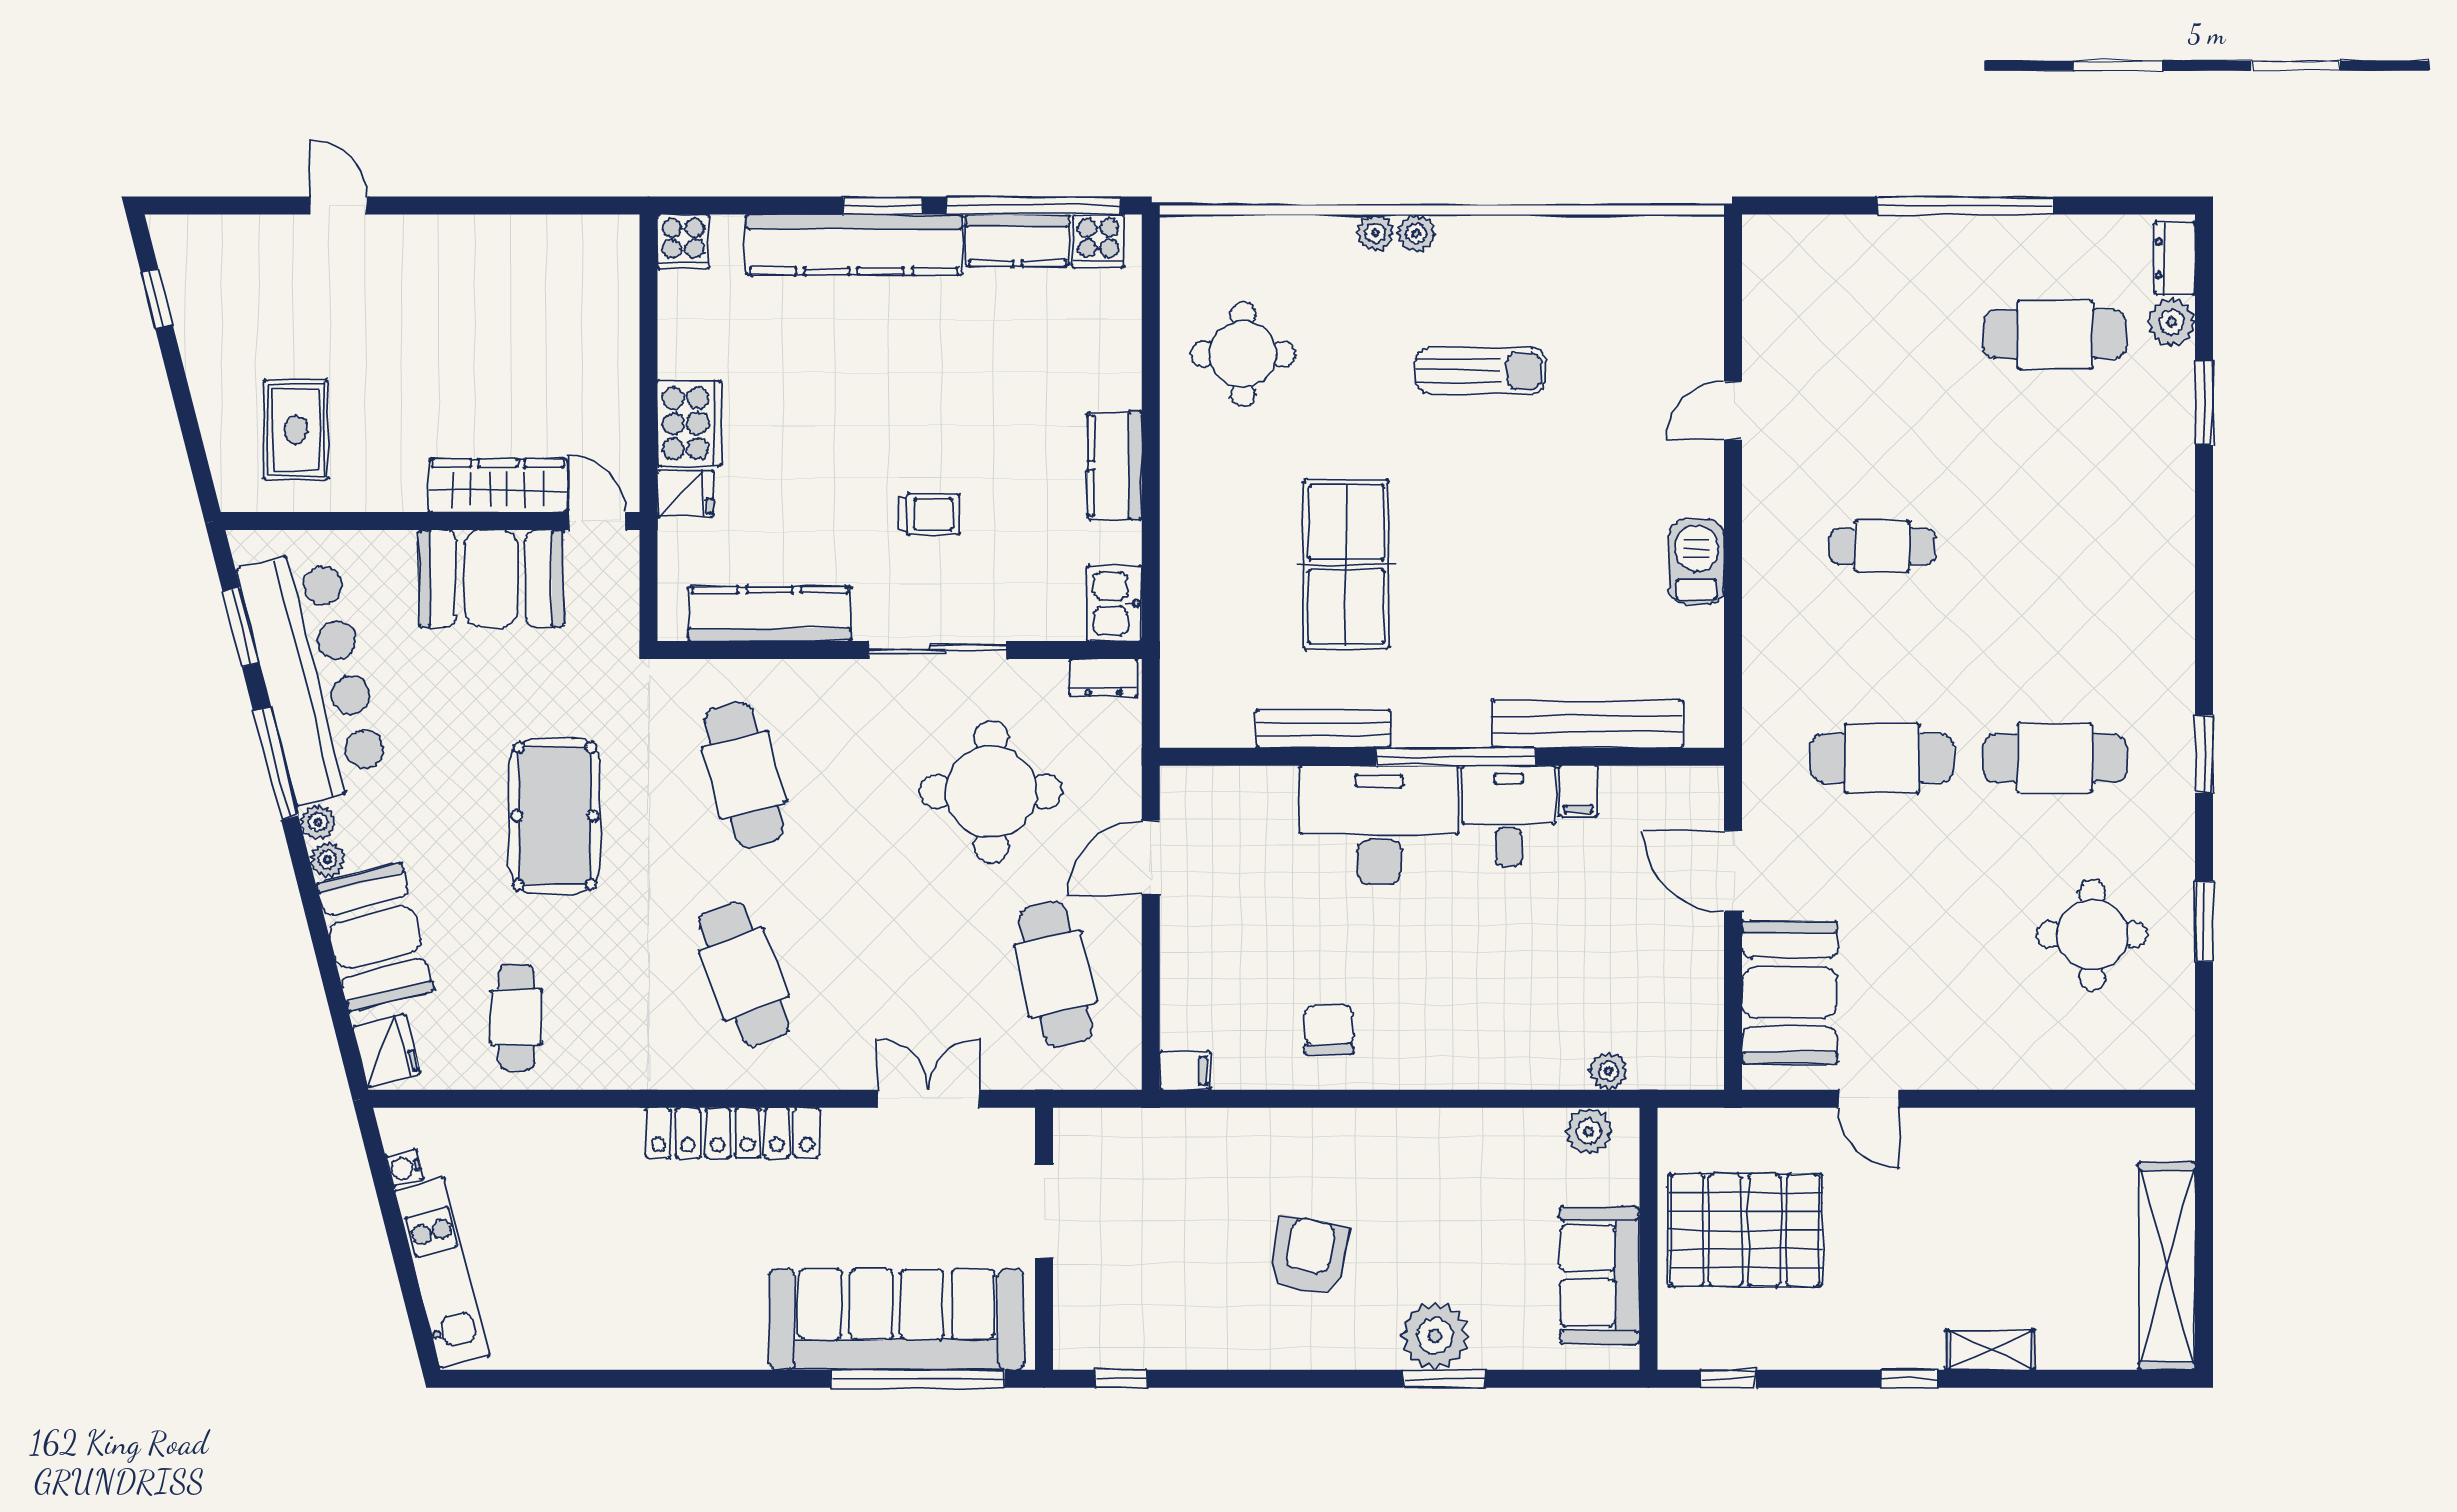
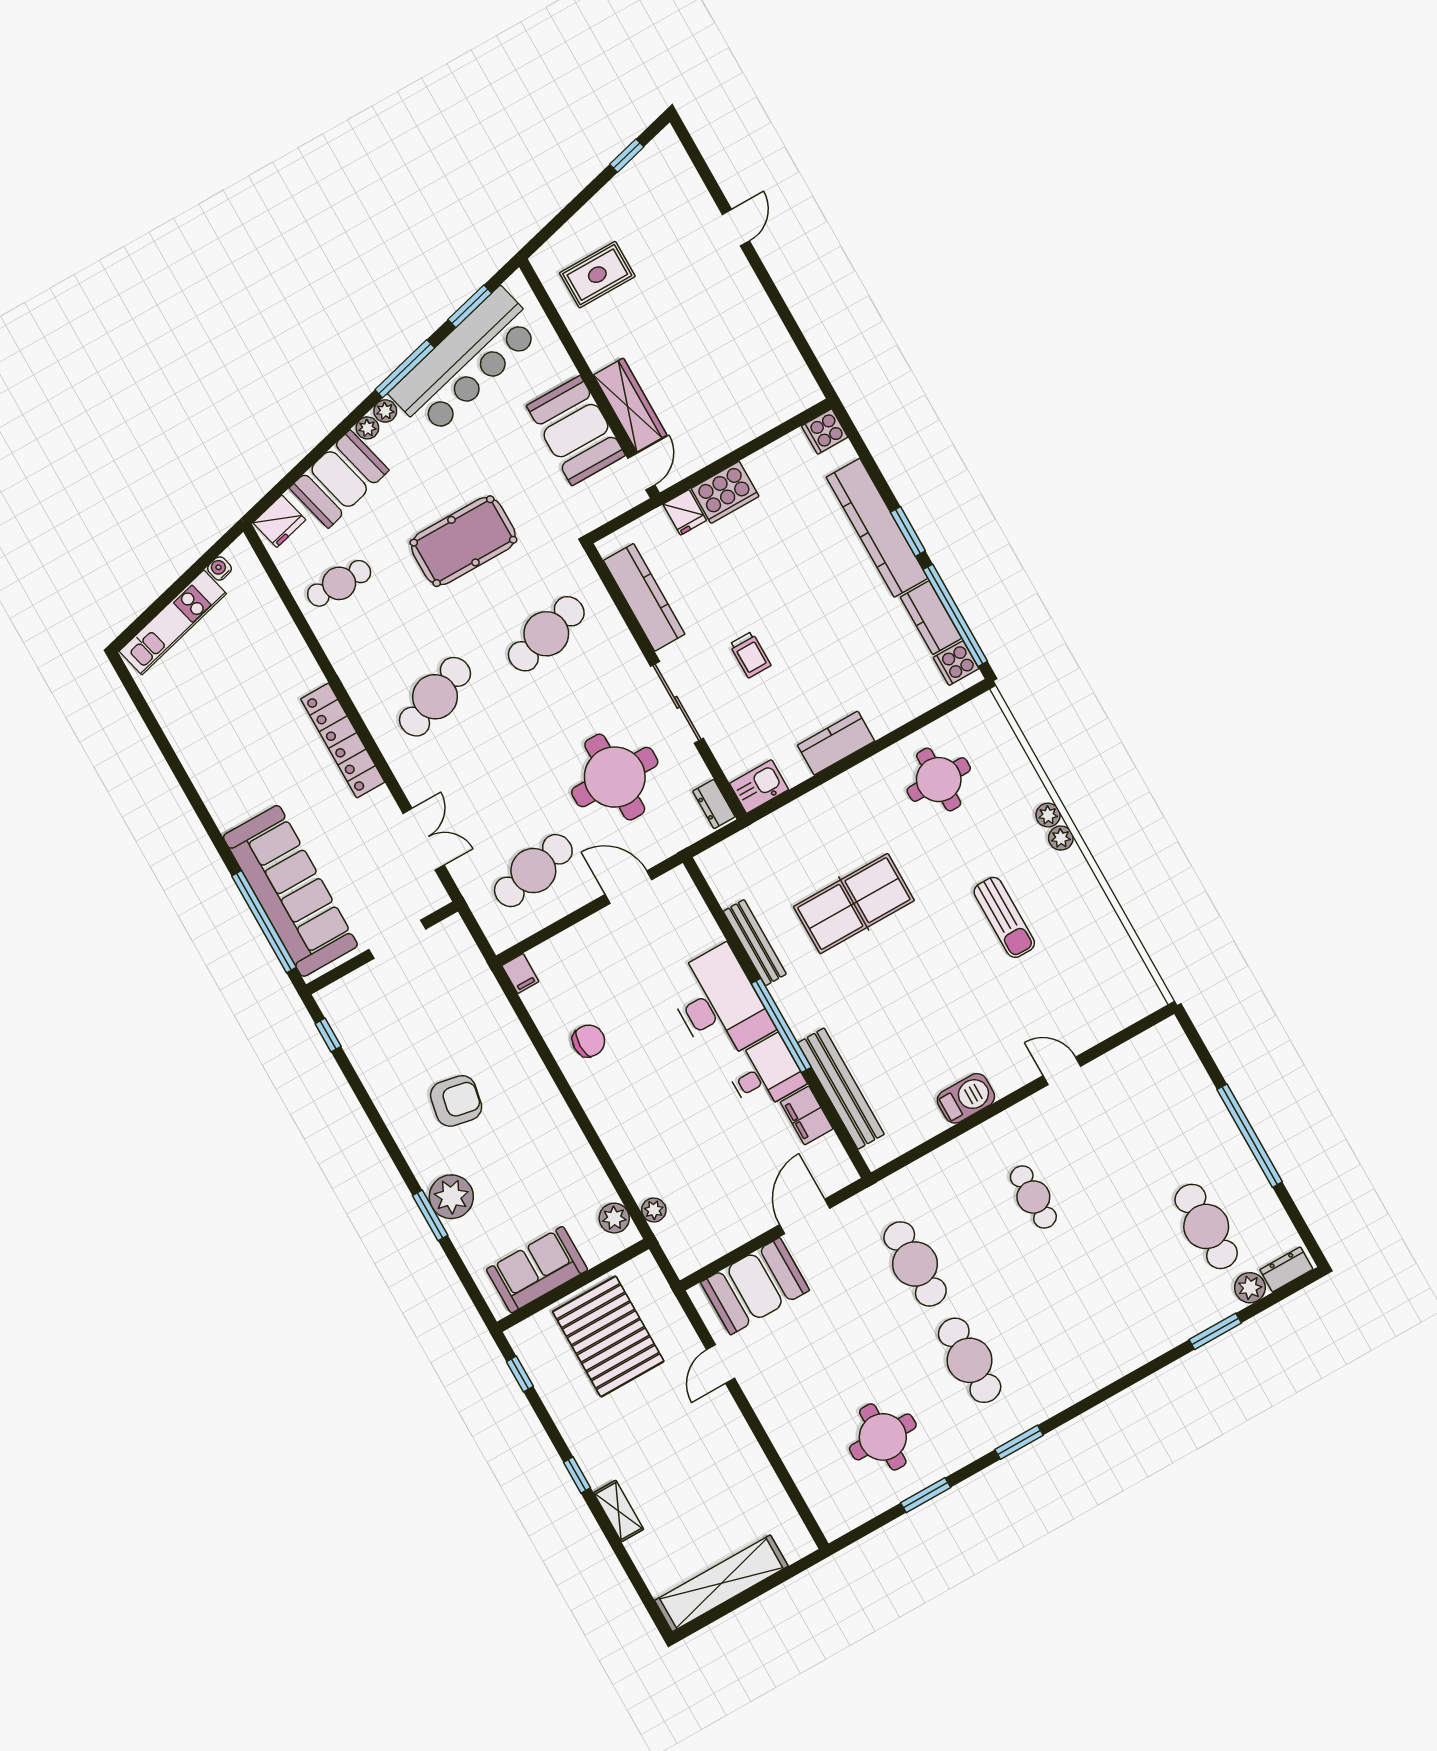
filing cabinet: (1578, 791) -> (807, 1115), width x2.00

